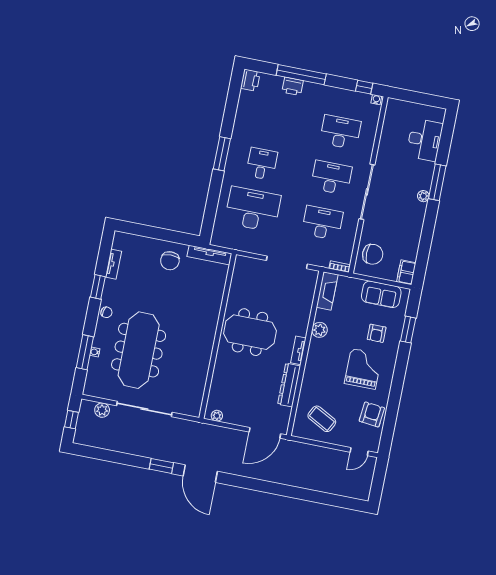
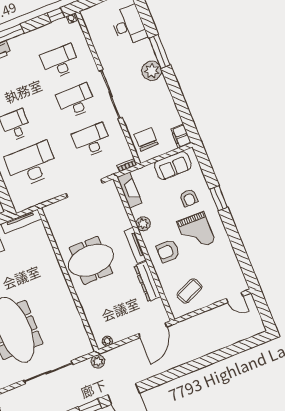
plant: (423, 196) -> (152, 71), width x1.88, depth x1.88
chair: (373, 254) -> (146, 139), turned -90
window: (408, 330) -> (219, 198), moved
tv unit: (298, 350) -> (135, 245), width x1.41
grand piano: (363, 369) -> (196, 232), turned 180
plant: (102, 410) -> (98, 361), moved
armchair: (372, 414) -> (168, 251), moved, turned -96
coffee table: (322, 419) -> (189, 291), turned -51
door: (359, 452) -> (235, 297), hinge flipped

